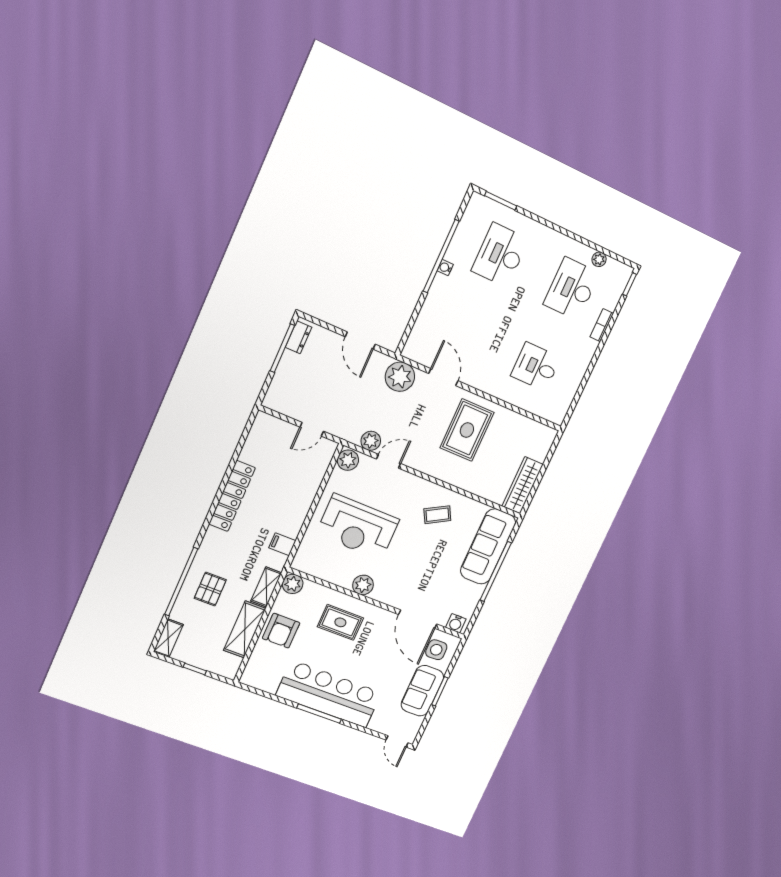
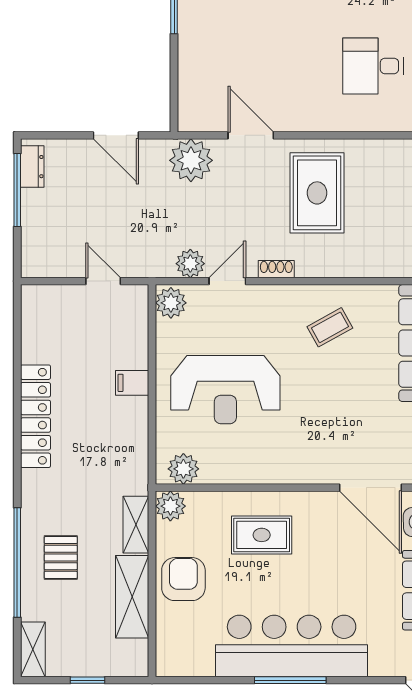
door: (312, 429) -> (103, 281), swing flipped
shoe rack: (421, 466) -> (276, 269), added
filing cabinet: (282, 544) -> (132, 383), moved
plant: (363, 585) -> (183, 469), moved
armchair: (281, 631) -> (183, 579), turned 180

